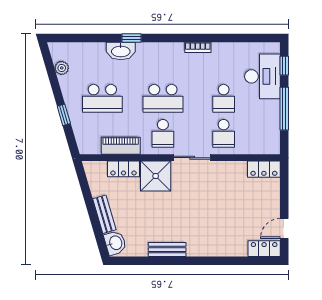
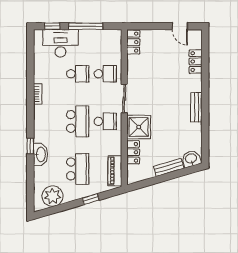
plant: (62, 68) -> (53, 196), width x1.87, depth x1.87
piano: (121, 146) -> (115, 171), moved
locker: (264, 249) -> (196, 61), moved
bench: (167, 250) -> (196, 107), moved

